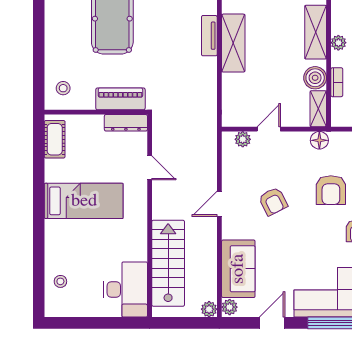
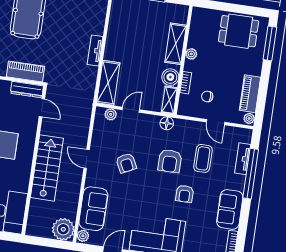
tv unit: (209, 36) -> (95, 51), moved
shelving: (233, 43) -> (108, 83), moved
door: (150, 168) -> (42, 108), moved
door: (219, 204) -> (87, 159), hinge flipped
stairs: (168, 263) -> (47, 168), moved
plant: (209, 309) -> (63, 229), width x1.87, depth x1.87

